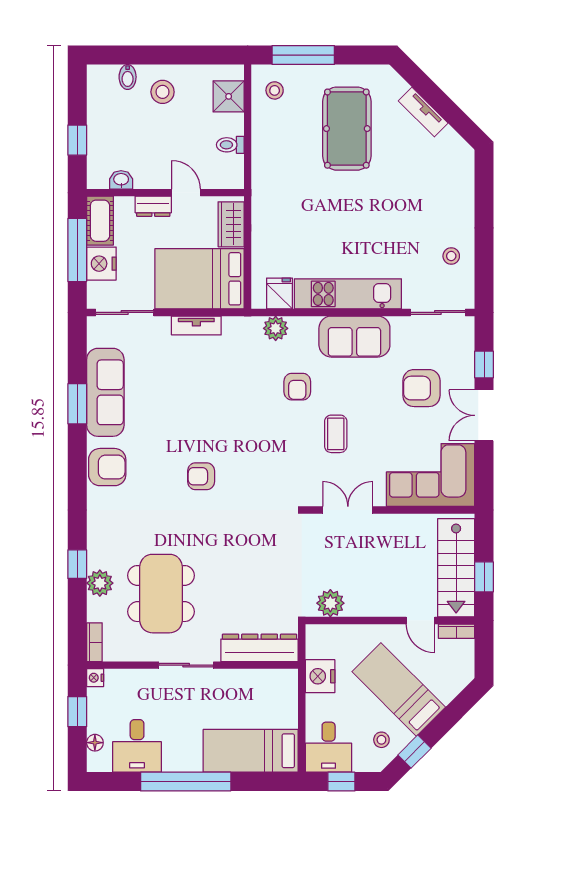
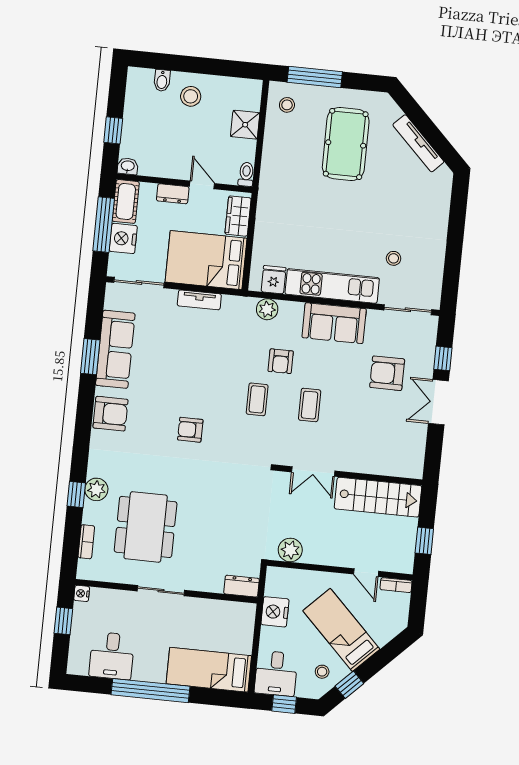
shower: (229, 96) -> (245, 125), moved
tv unit: (423, 112) -> (418, 143), width x1.41
toilet: (230, 145) -> (246, 174), moved, turned 90
washbasin: (121, 180) -> (128, 166), moved
stool: (451, 256) -> (394, 258), moved
coffee table: (275, 433) -> (257, 399), added
corner sofa: (431, 475) -> (387, 449), removed
double door: (348, 510) -> (313, 471), swing flipped
stairs: (456, 568) -> (378, 497), moved, turned -90
plant: (100, 583) -> (96, 489), moved
bookcase: (94, 642) -> (86, 542), moved
dresser: (260, 648) -> (242, 586), width x0.51, depth x0.80
floor lamp: (95, 743) -> (76, 649), removed

